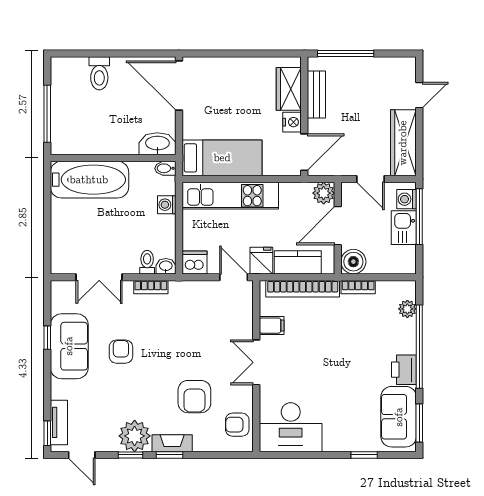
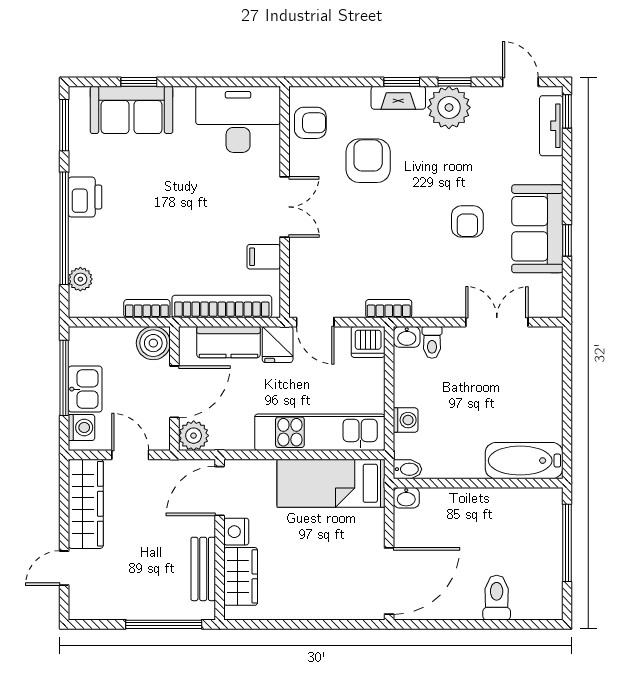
door: (179, 86) -> (389, 581), hinge flipped
washbasin: (157, 144) -> (406, 498), width x0.52, depth x0.69
bathtub: (89, 180) -> (524, 461), width x0.73, depth x0.73
window: (419, 217) -> (64, 378), moved
bookcase: (151, 287) -> (389, 309), moved
sofa: (399, 417) -> (132, 110), moved, turned 90

